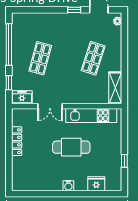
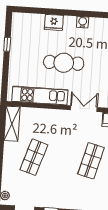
fridge: (96, 184) -> (54, 22), moved
water cooler: (68, 186) -> (83, 22), moved

